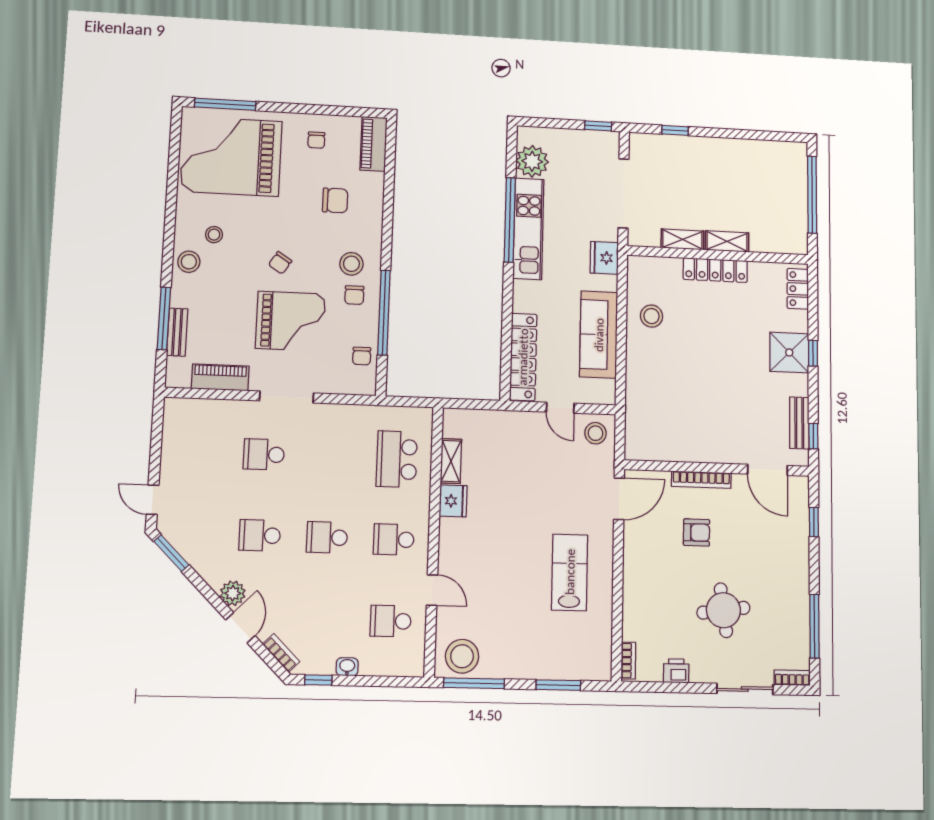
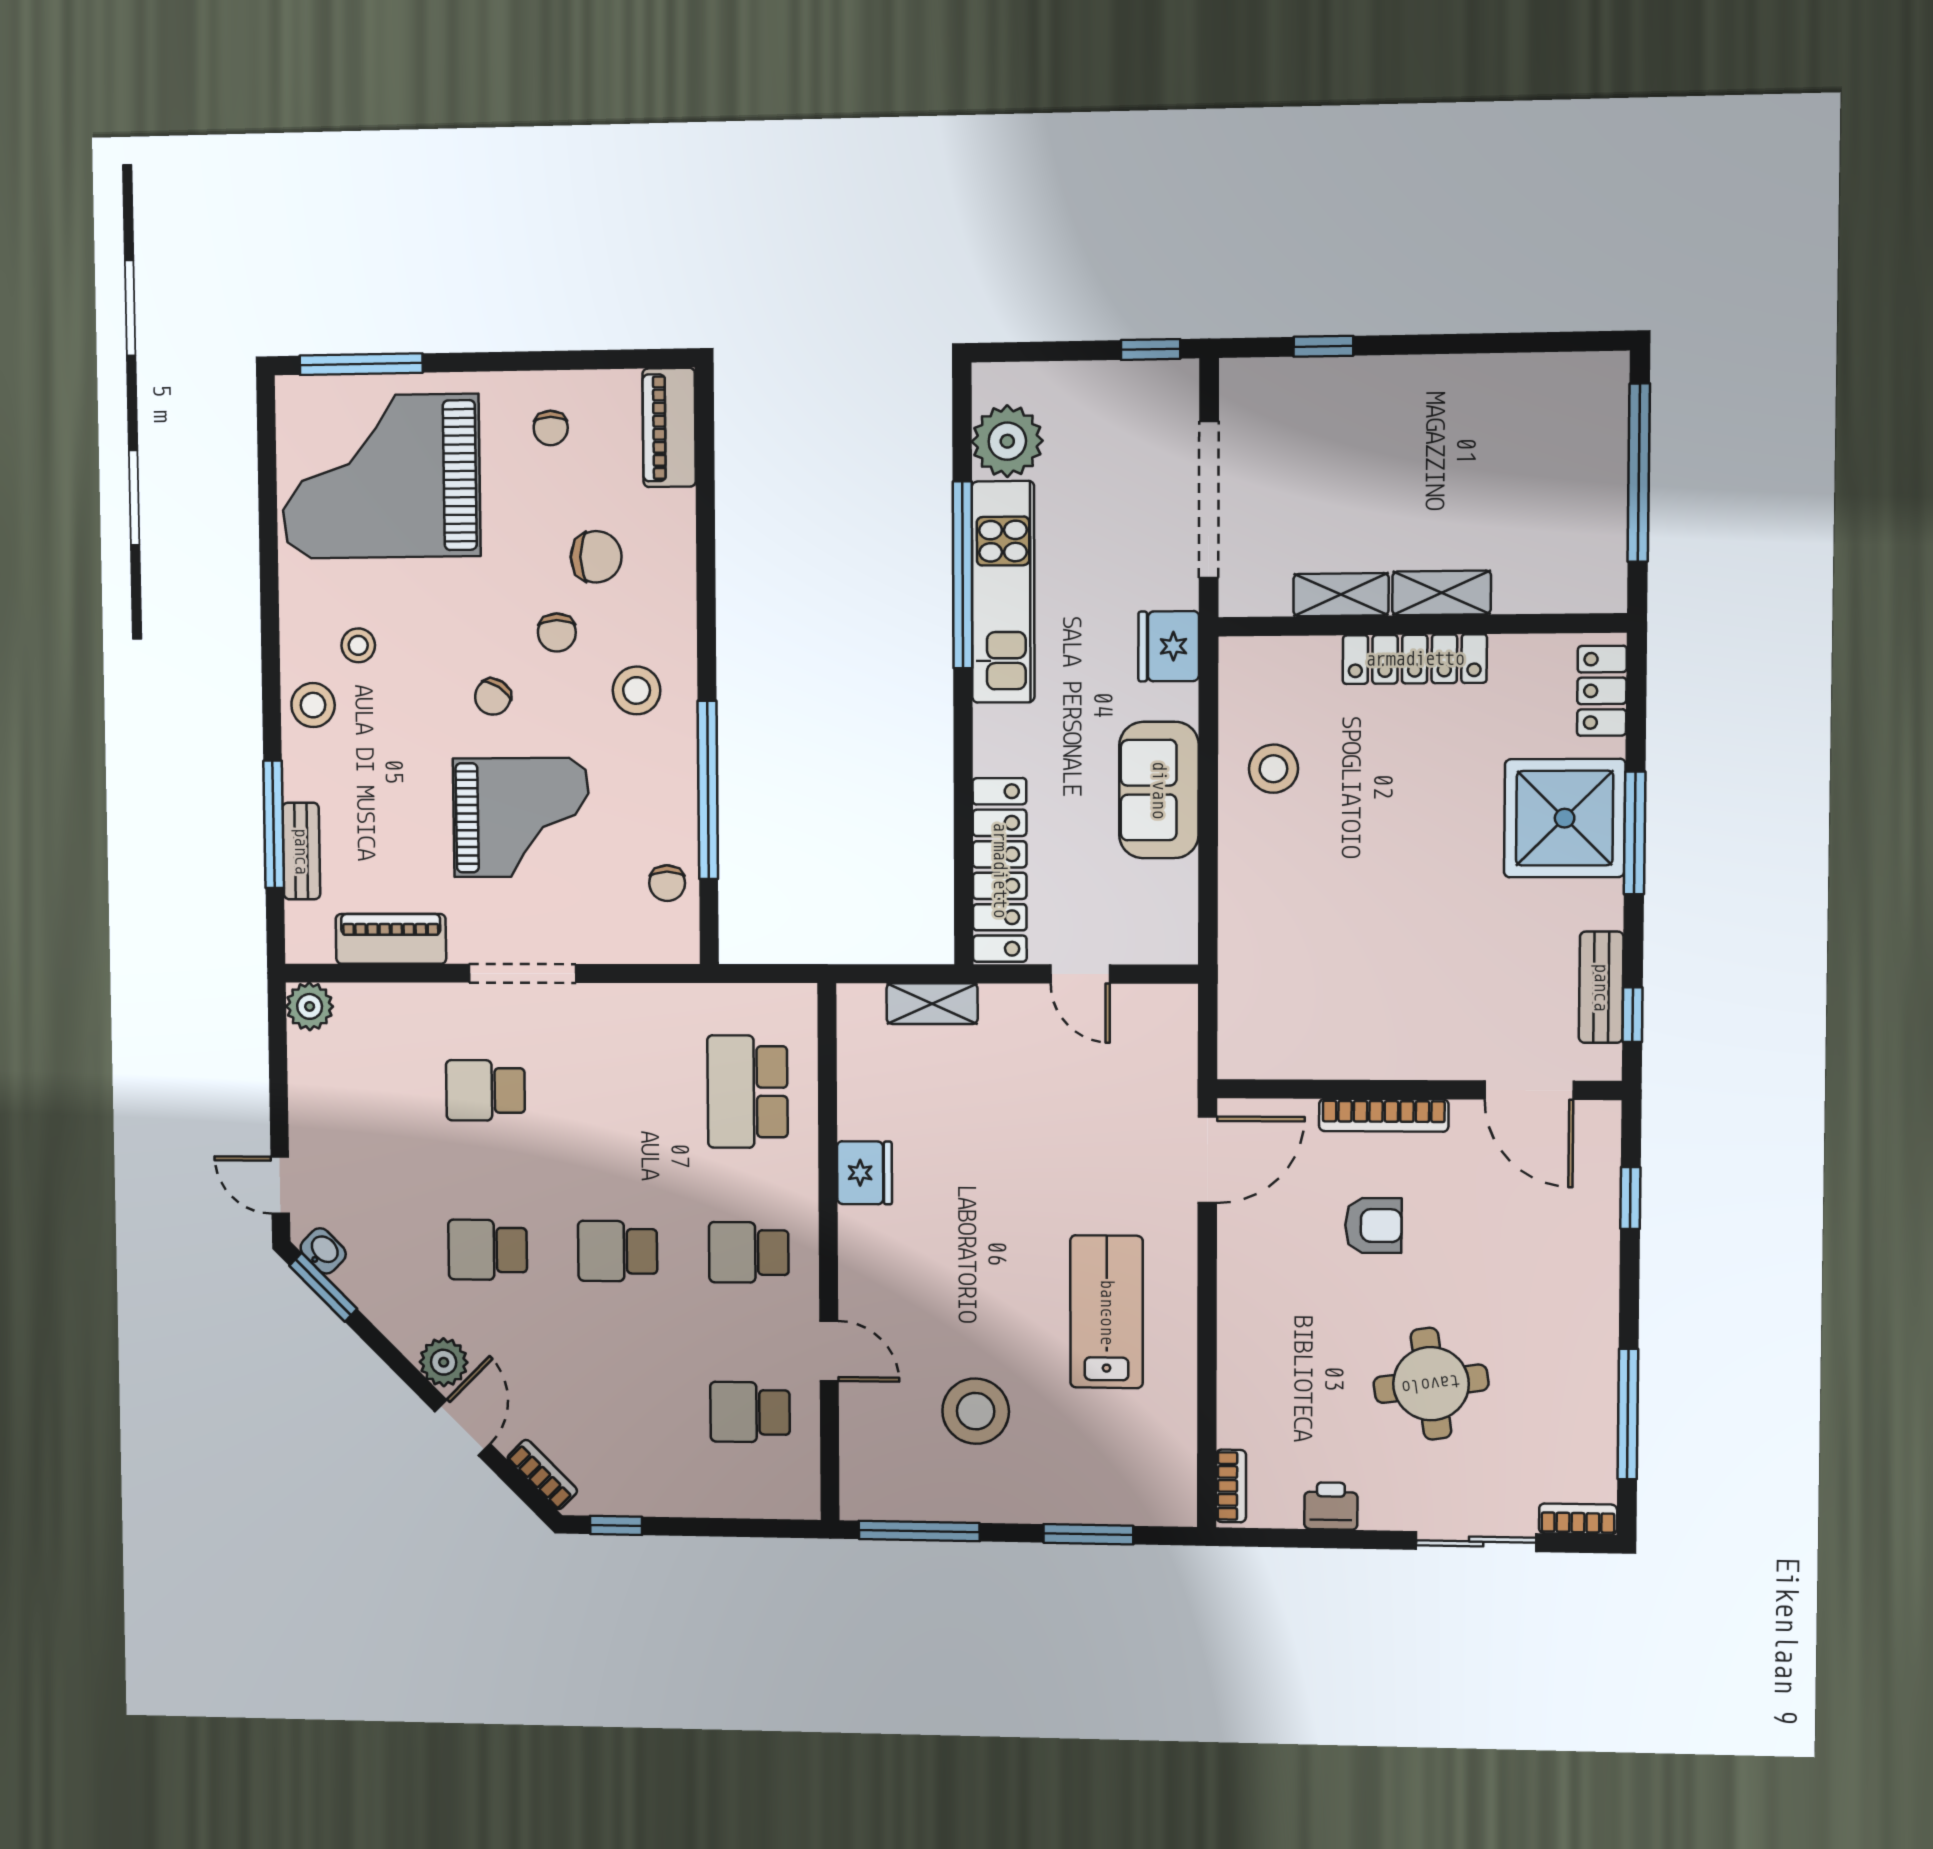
chair: (354, 295) -> (557, 633), moved
sofa: (599, 335) -> (1159, 790), width x0.73
shower: (789, 352) -> (1565, 818), width x1.37, depth x1.37
window: (813, 353) -> (1635, 833), width x2.17
plant: (175, 409) -> (310, 1006), added
stool: (595, 433) -> (1156, 1025), removed
shelving: (451, 461) -> (932, 1004), moved, turned 90
stool: (462, 656) -> (976, 1411), moved
washbasin: (347, 667) -> (323, 1251), moved, turned 45

